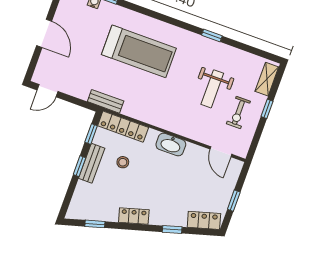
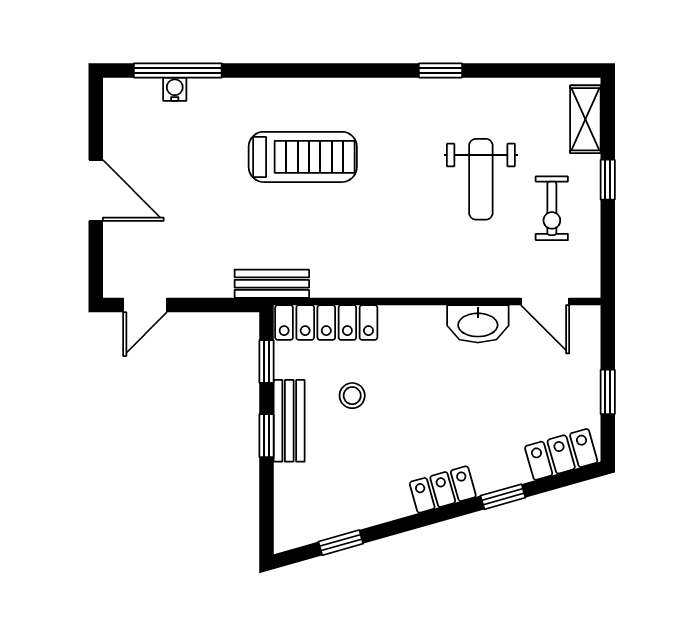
treadmill: (139, 51) -> (303, 157), width x0.73, depth x0.73
washbasin: (171, 145) -> (478, 324), moved
locker: (134, 216) -> (443, 490), moved

